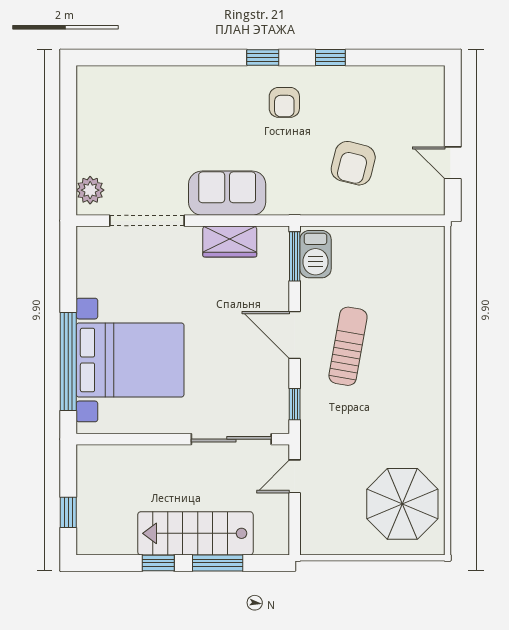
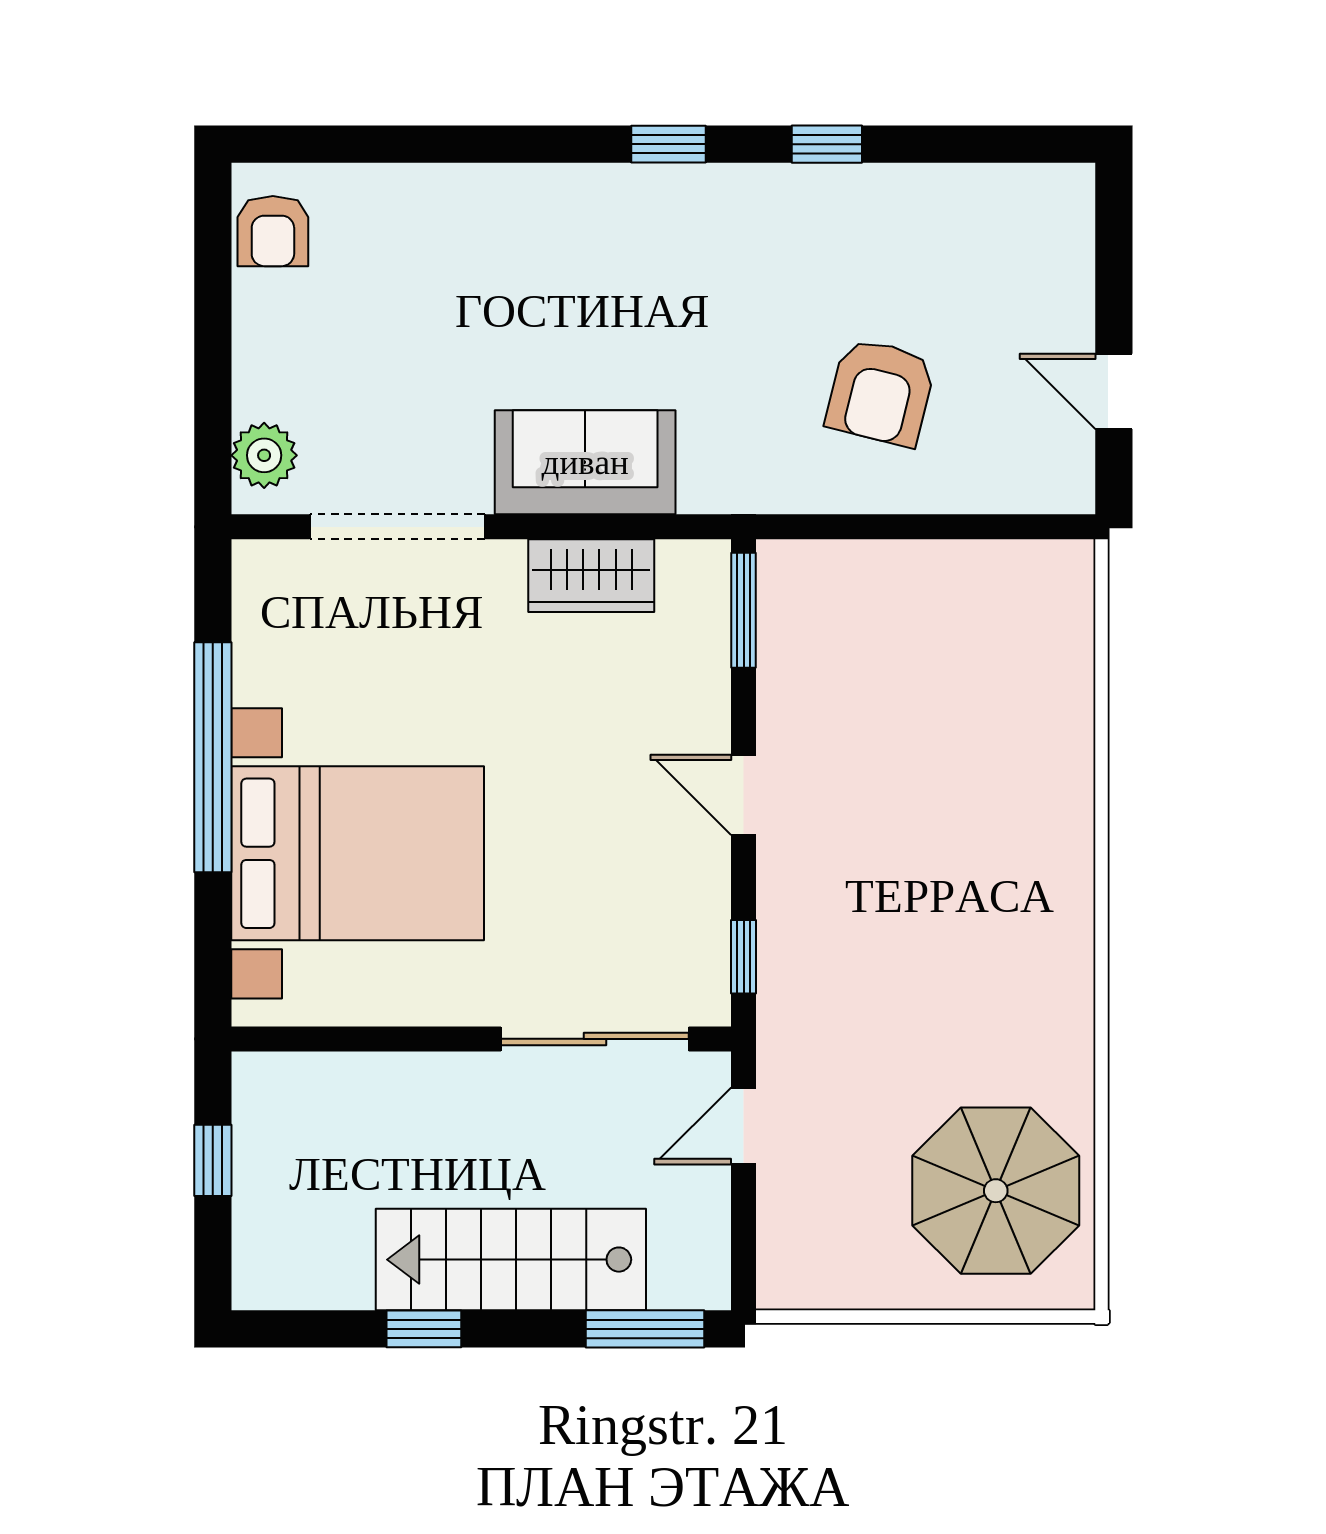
armchair: (284, 102) -> (273, 231), moved
barbecue: (316, 254) -> (792, 605), removed
door: (295, 335) -> (744, 795), width x0.73
sun lounger: (348, 346) -> (868, 821), removed
window: (68, 361) -> (213, 757), moved
window: (68, 512) -> (213, 1160), moved
window: (218, 563) -> (645, 1329), moved

